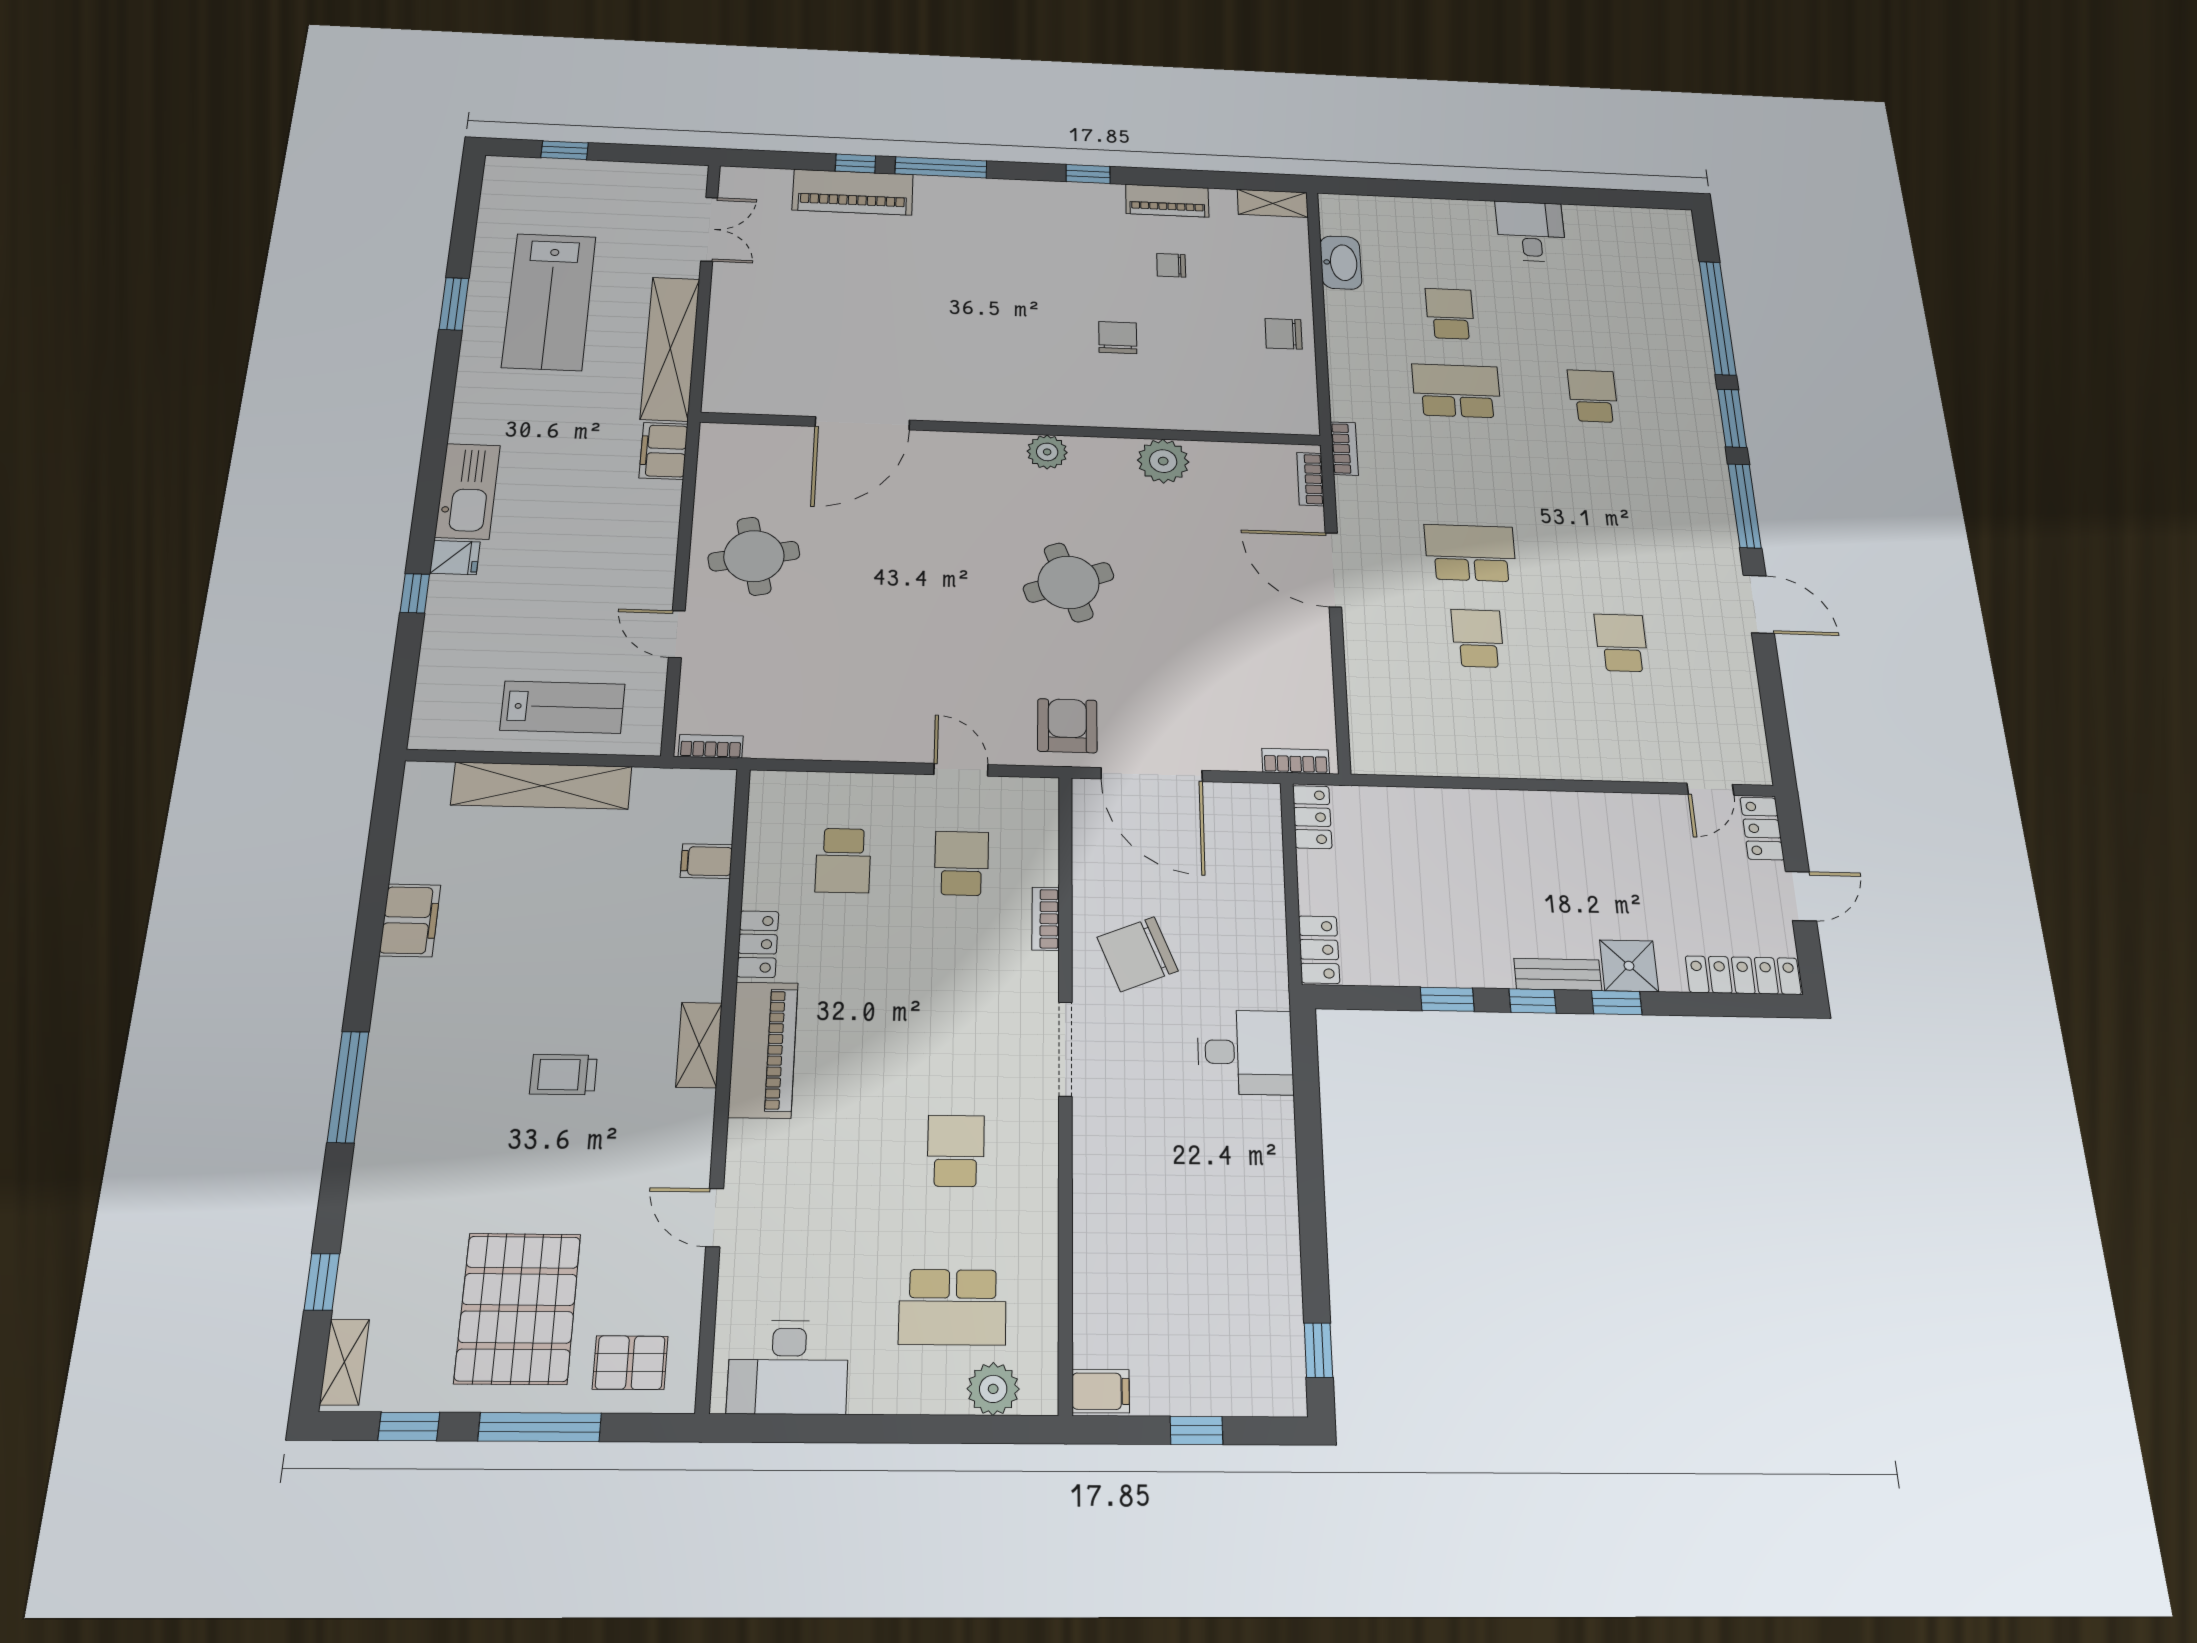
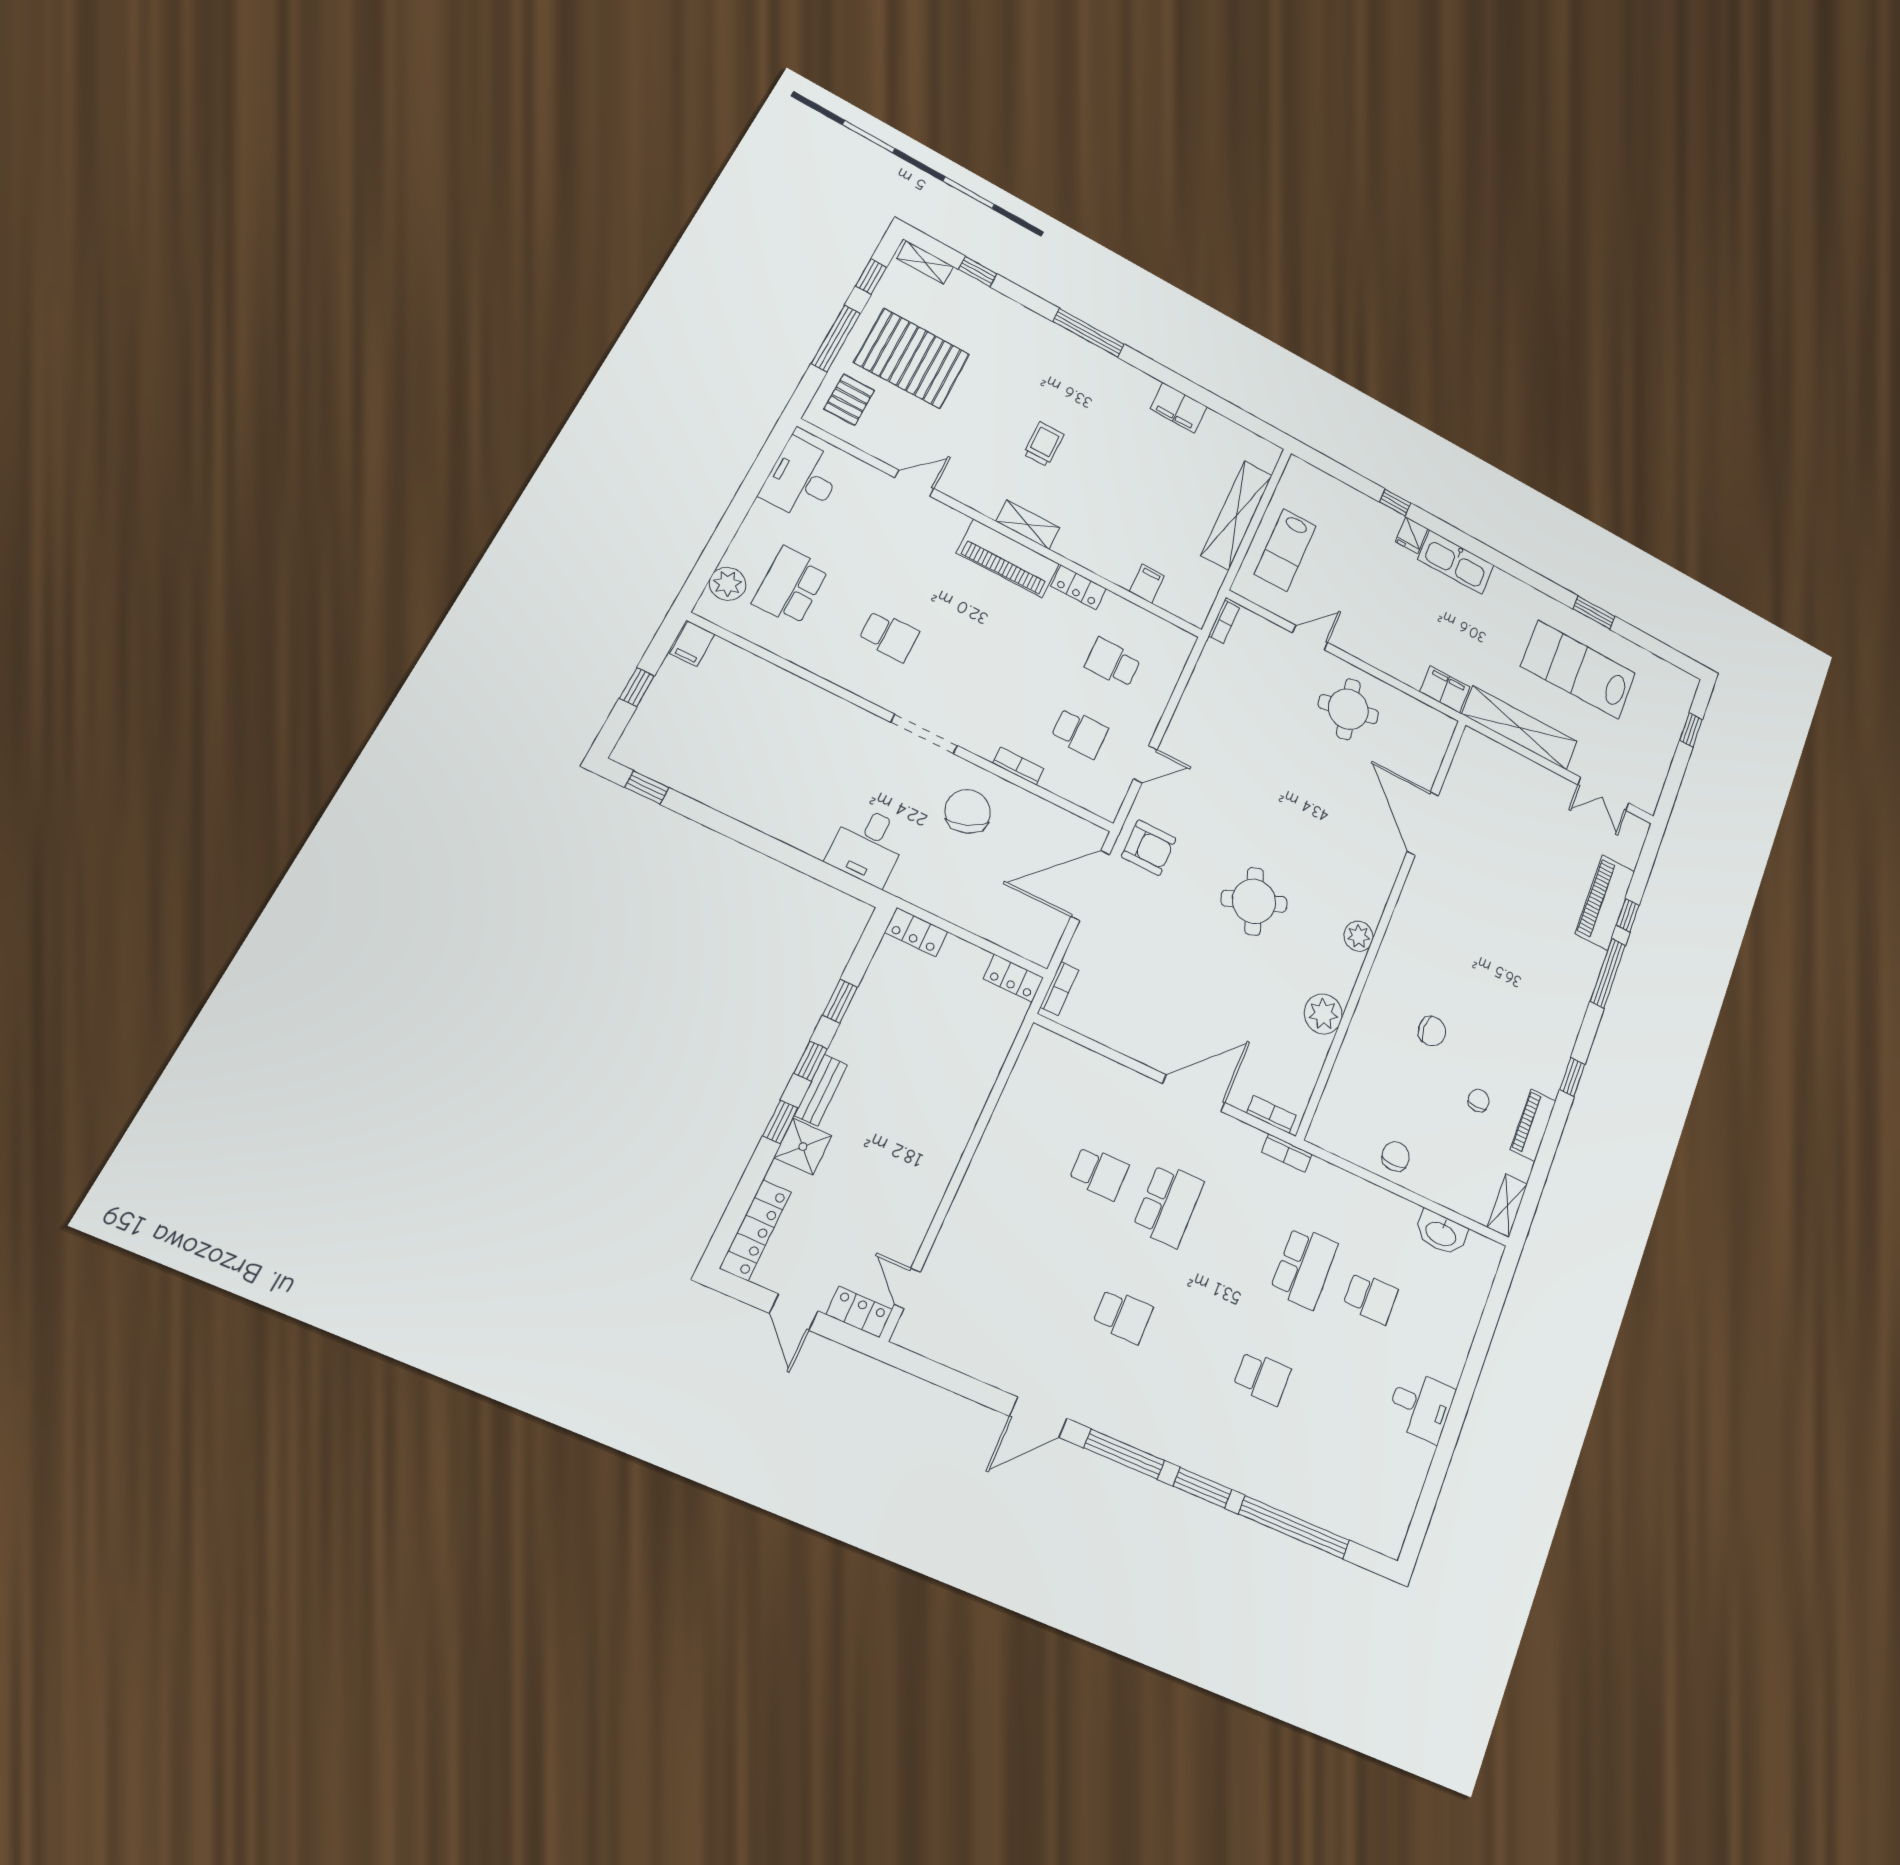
school desk: (1621, 643) -> (1123, 1316), moved

